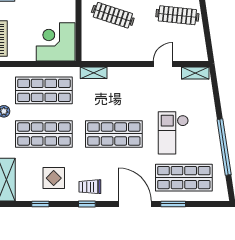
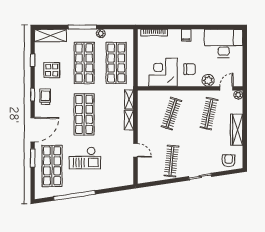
corner desk: (56, 42) -> (163, 72), moved, turned -90
shelving: (195, 73) -> (129, 120), moved
checkout: (173, 133) -> (85, 158), turned 180

